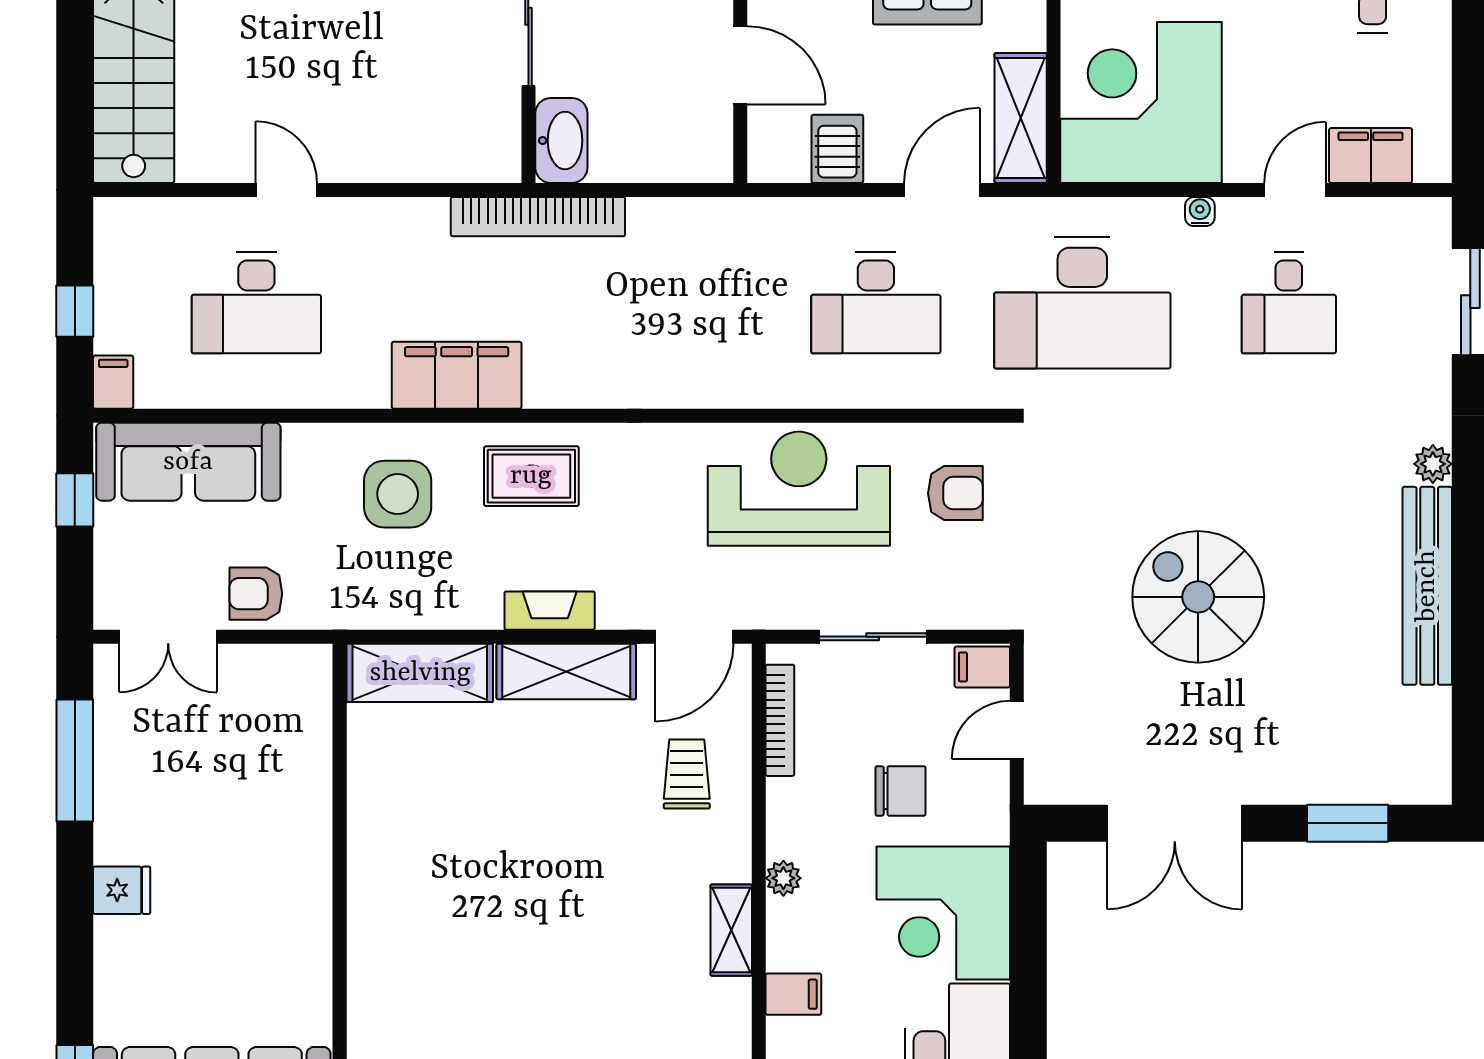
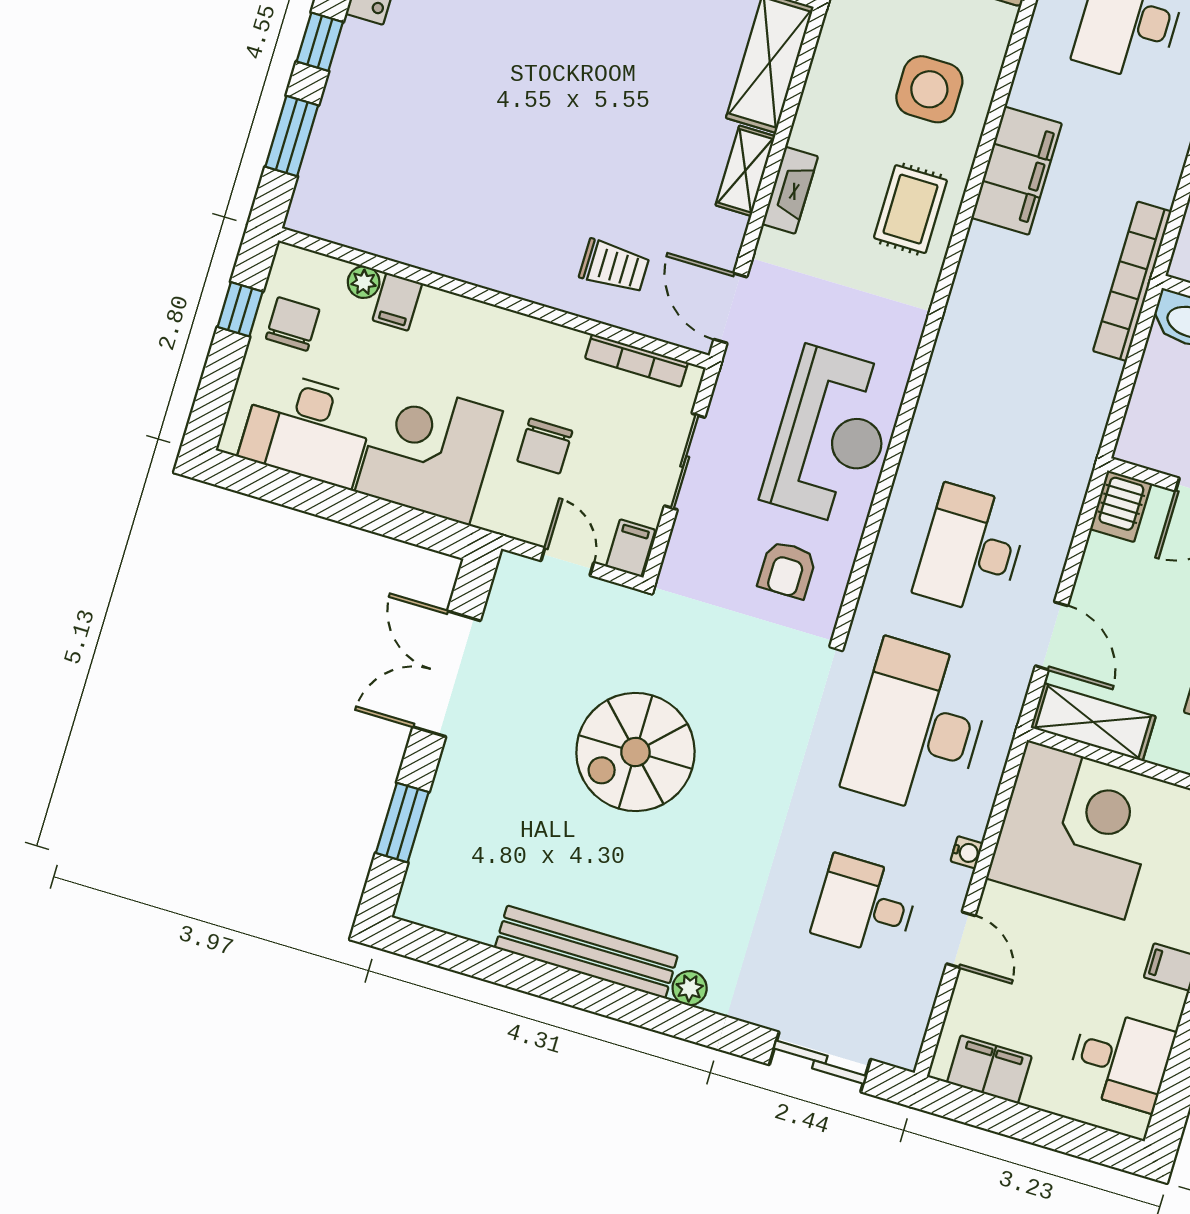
server rack: (837, 149) -> (1121, 506), moved, turned 90
filing cabinet: (1371, 156) -> (989, 1070), moved, turned -90
spiral stairs: (1198, 597) -> (635, 752), turned 180
shelving: (566, 672) -> (745, 171), width x0.67, depth x0.75
plant: (783, 878) -> (364, 282), moved
shelving: (731, 930) -> (468, 265), removed

